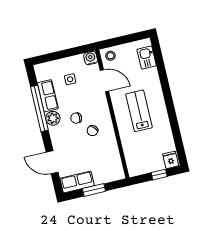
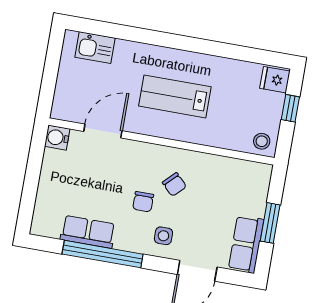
stool: (110, 56) -> (262, 141), moved
side table: (70, 79) -> (163, 236), moved
plant: (53, 118) -> (127, 239), removed

